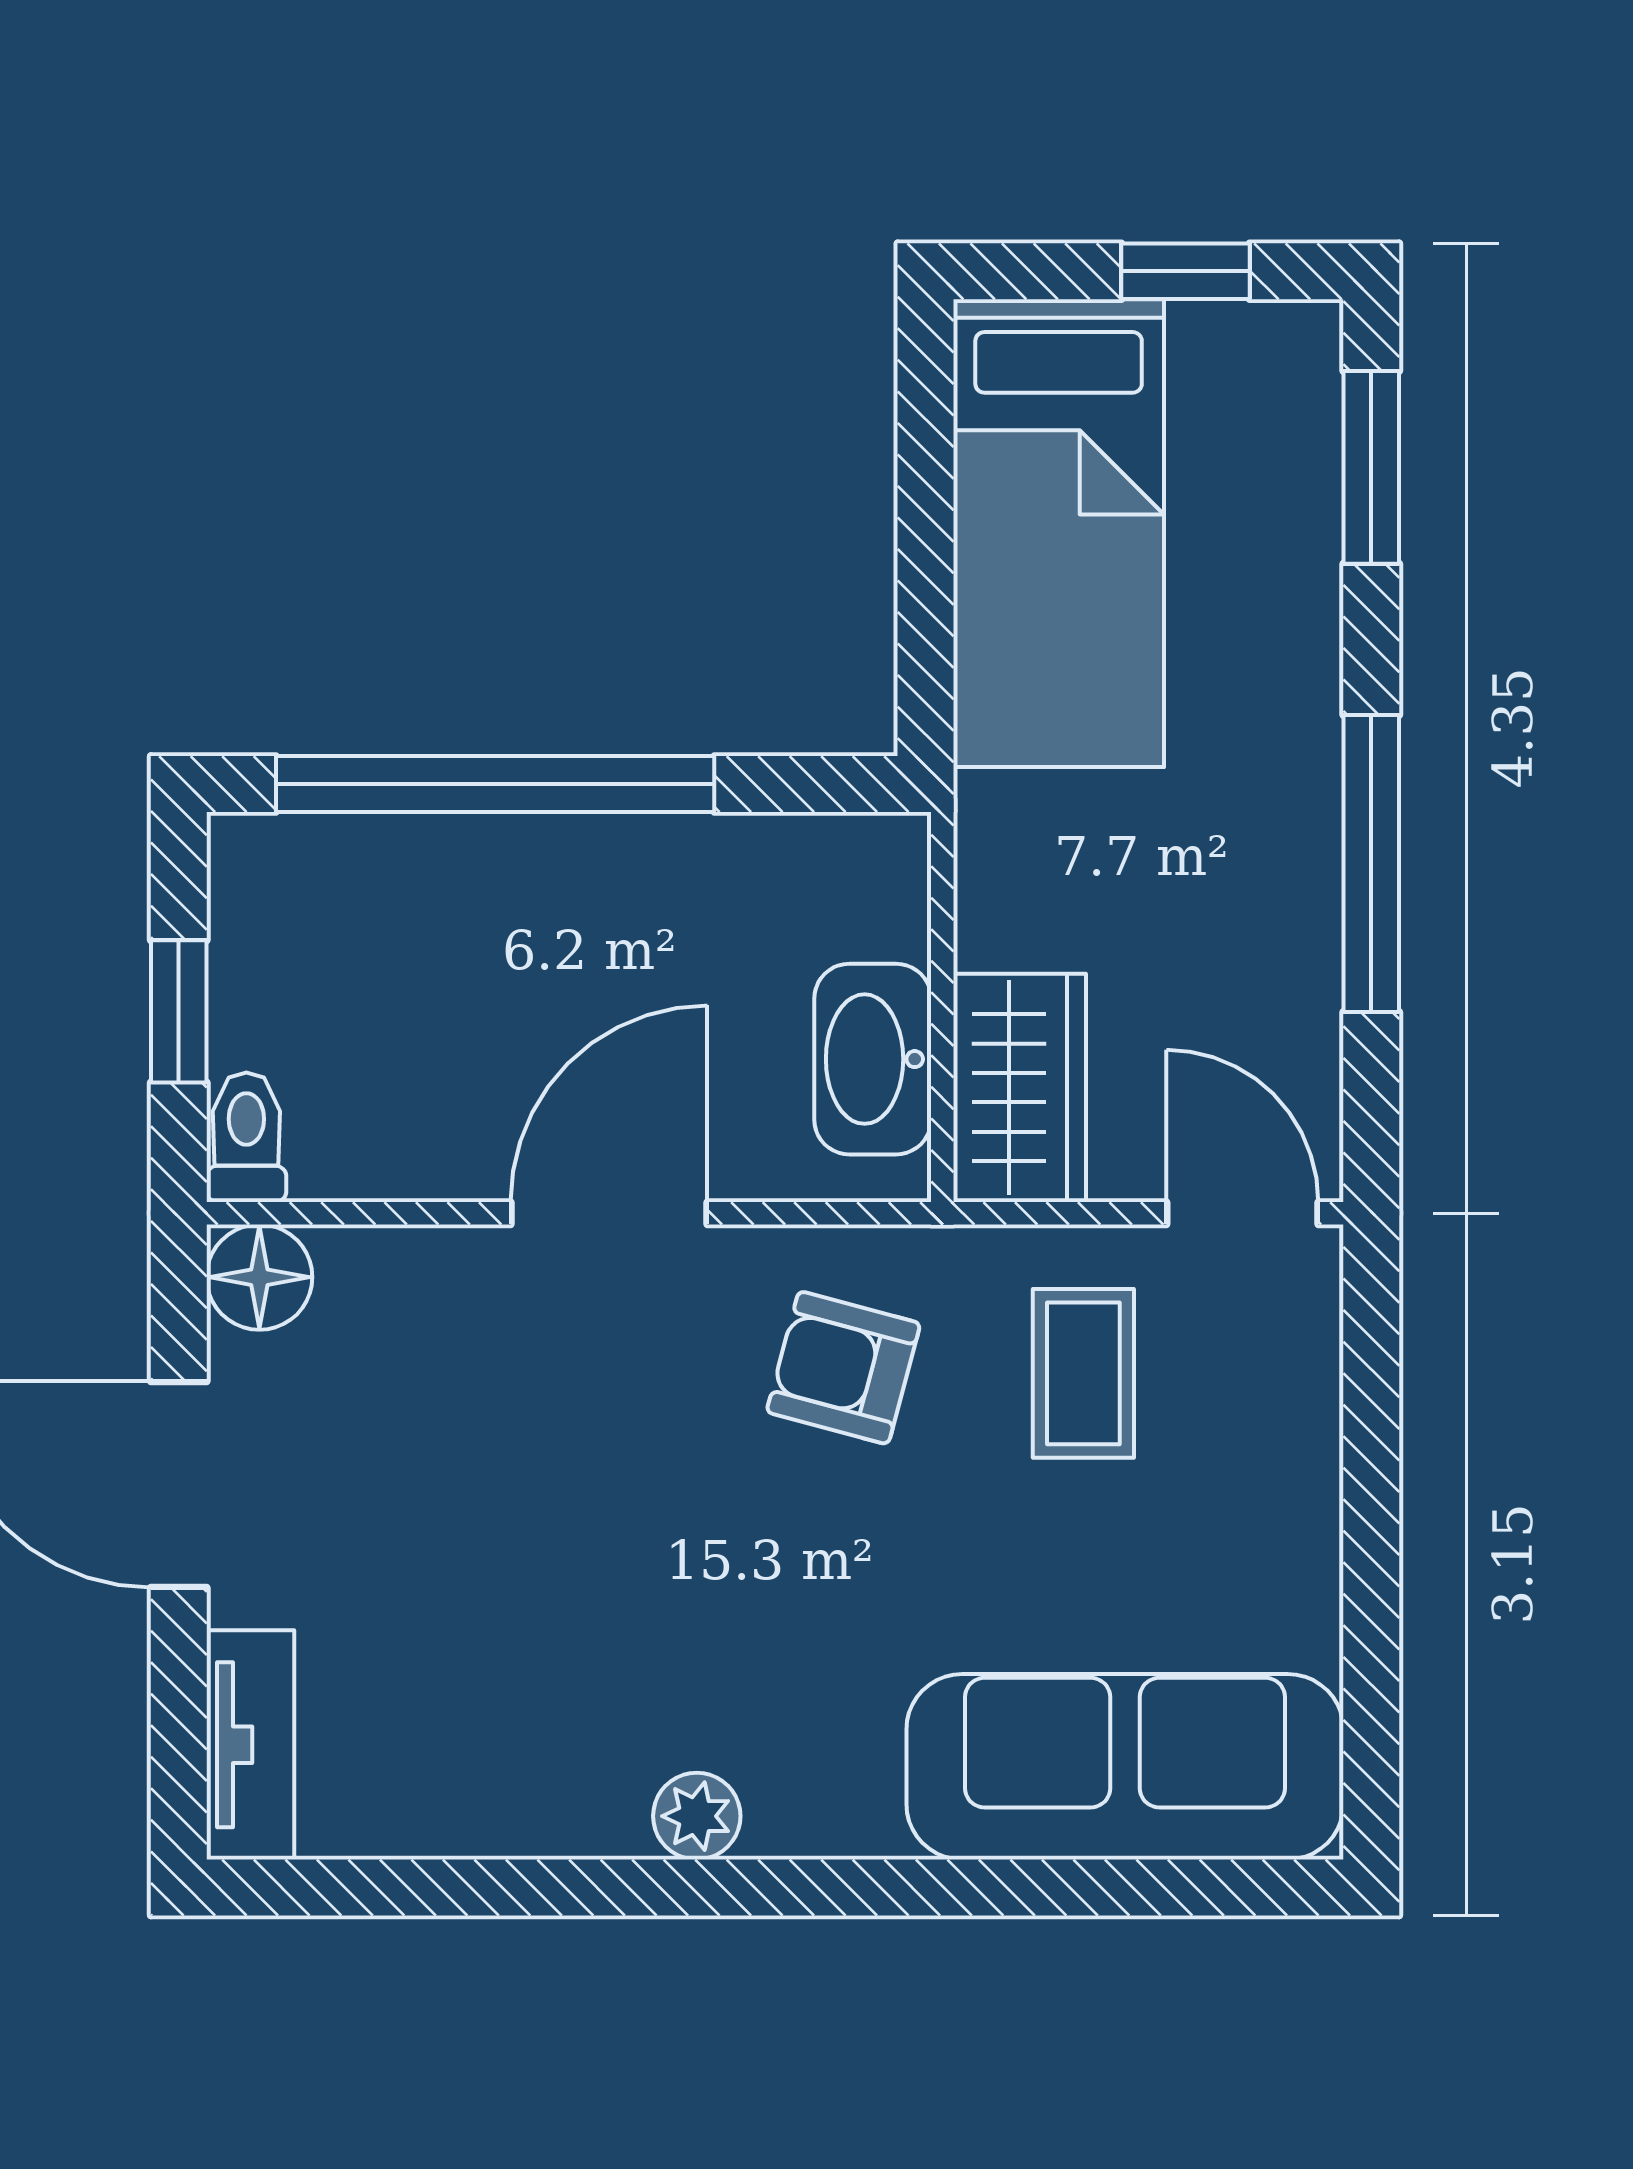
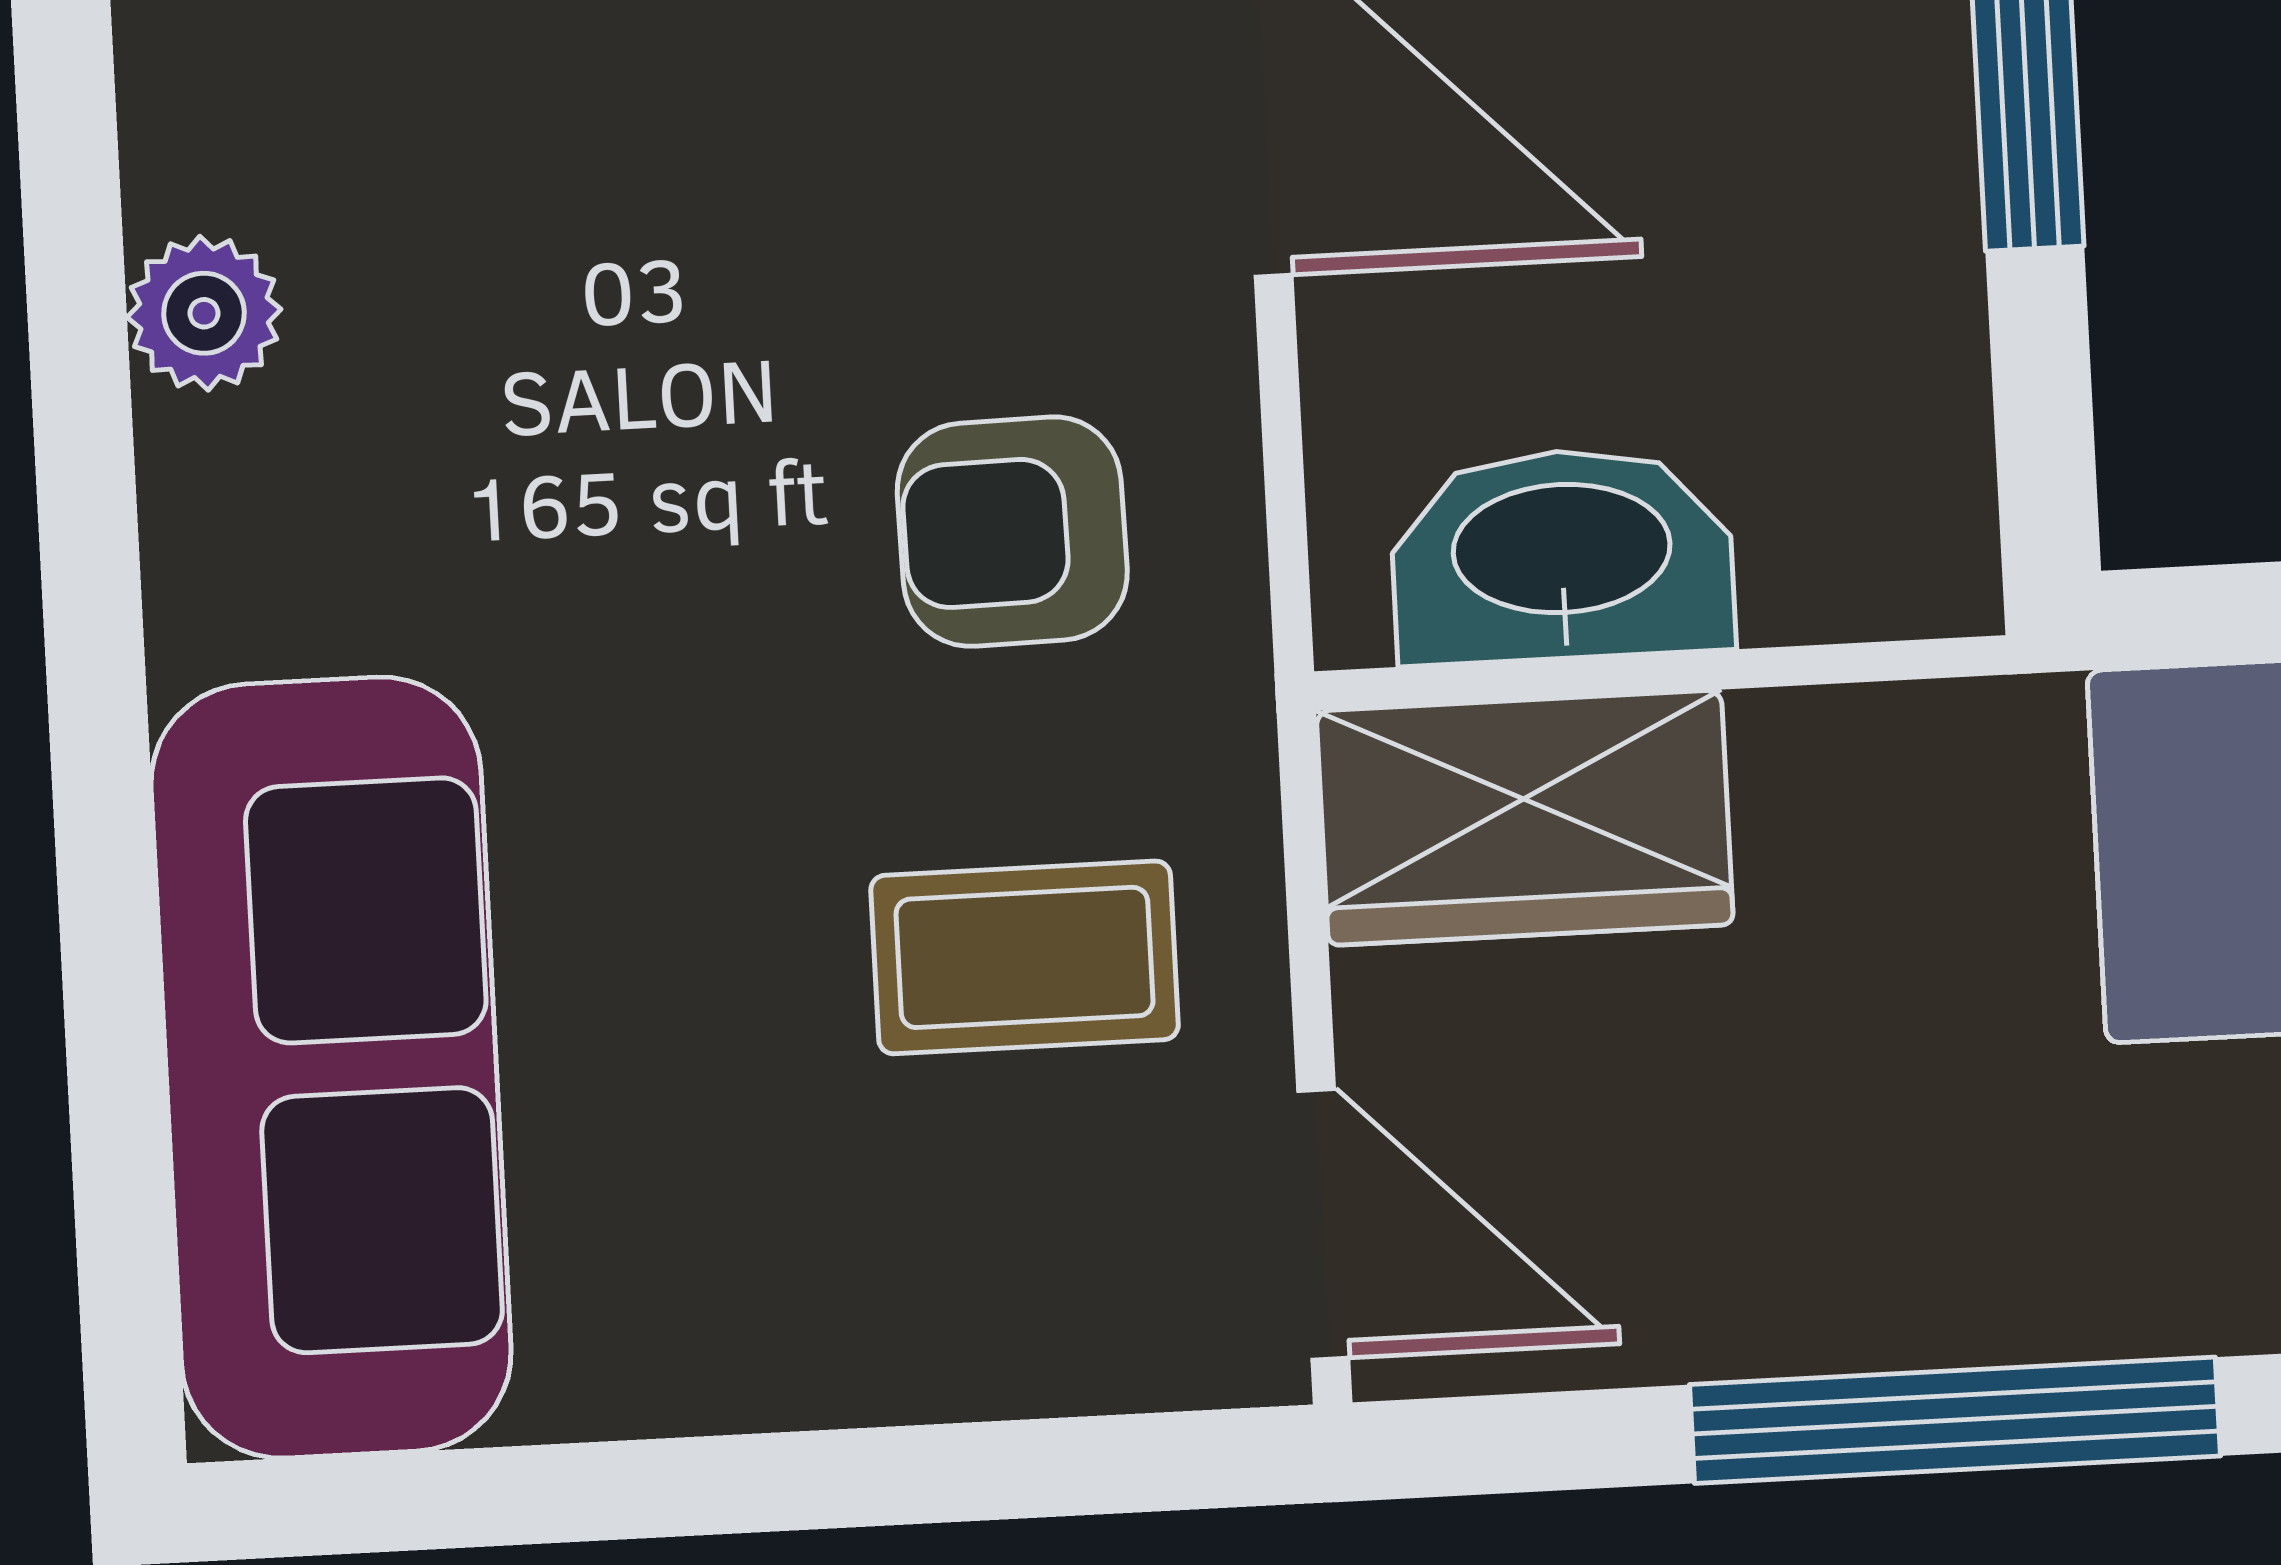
door: (1242, 1213) -> (1323, 1224), hinge flipped
armchair: (843, 1368) -> (1012, 532), turned -106

